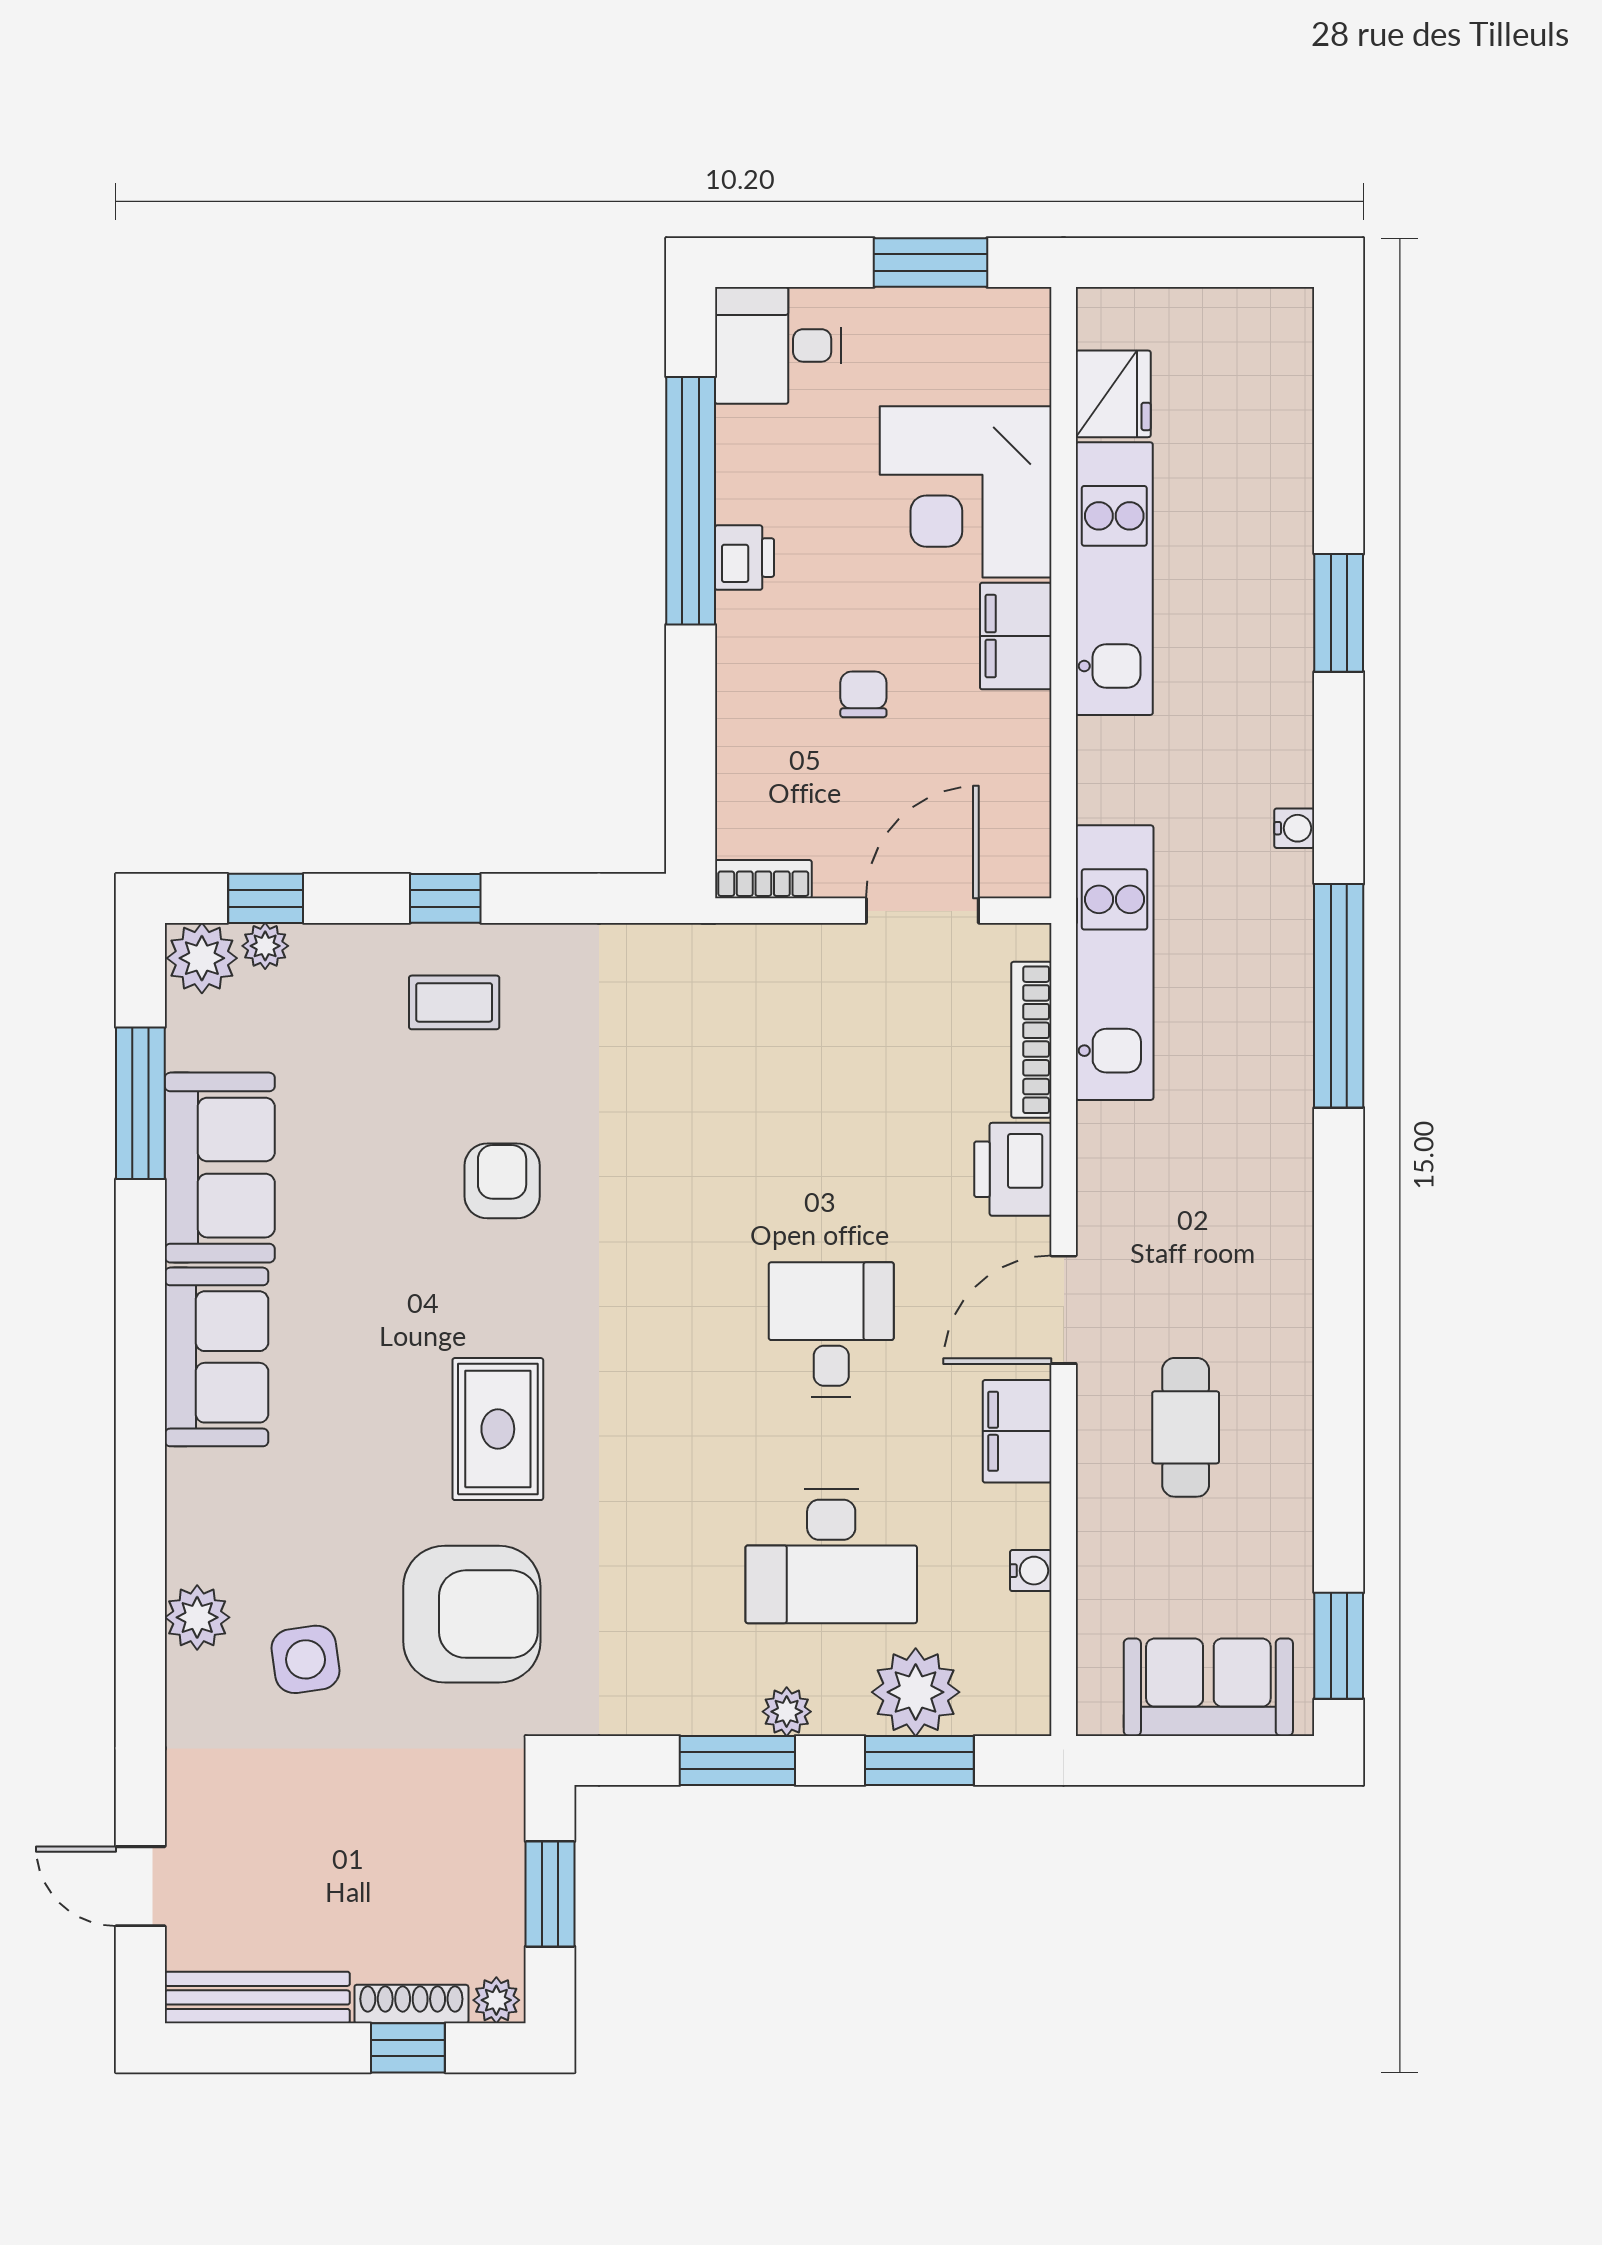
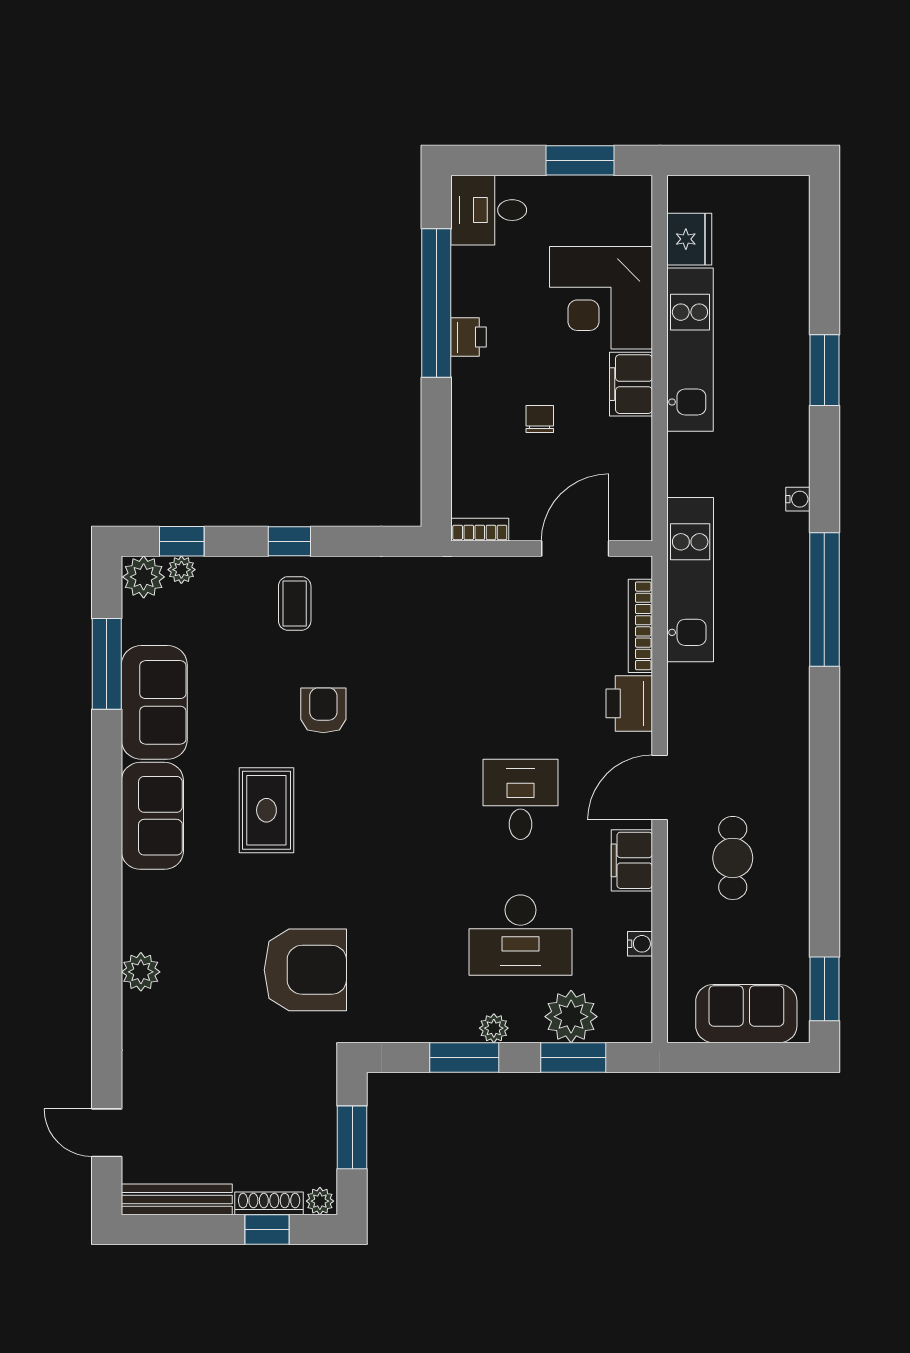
coffee table: (454, 1002) -> (295, 603), turned 90
rug: (498, 1429) -> (266, 810), moved
side table: (306, 1659) -> (206, 997), removed

